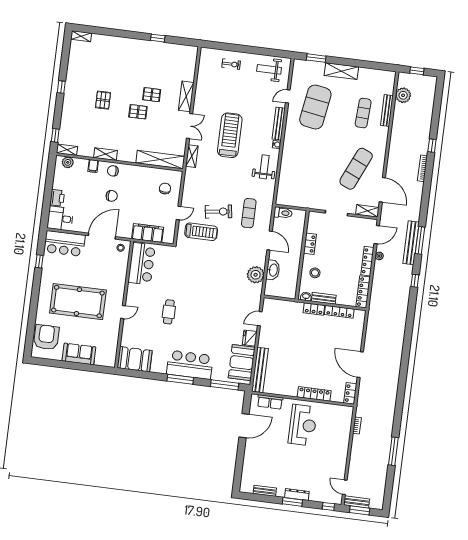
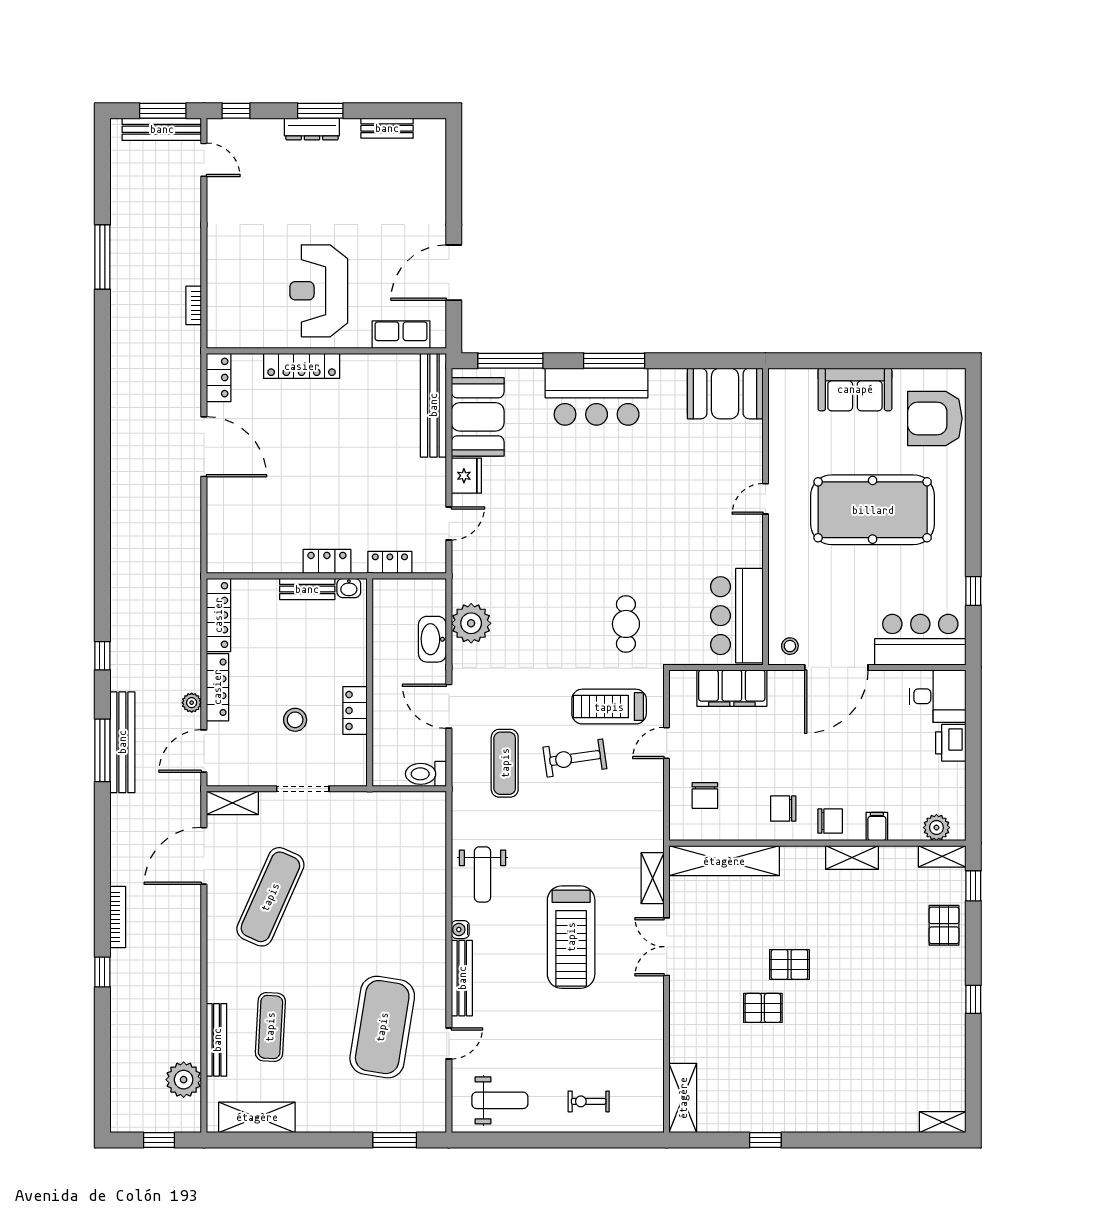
shelving: (341, 71) -> (257, 1117), moved
shelving: (186, 96) -> (683, 1098), moved
pallet: (103, 100) -> (944, 925), moved
door: (382, 190) -> (204, 856), hinge flipped
chair: (112, 196) -> (783, 809), moved
stool: (315, 273) -> (295, 720), moved
cafe table: (169, 312) -> (626, 624), moved
locker: (339, 312) -> (390, 562), moved, width x0.66
armchair: (46, 337) -> (935, 418), turned 90
bench: (357, 502) -> (162, 129), width x1.36

